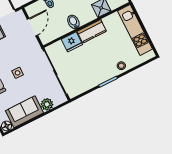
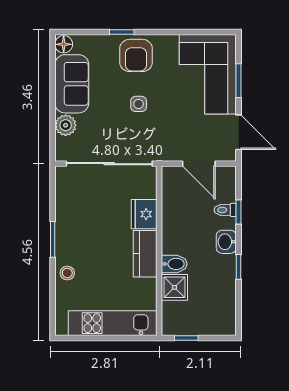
bidet: (73, 22) -> (174, 264), moved

